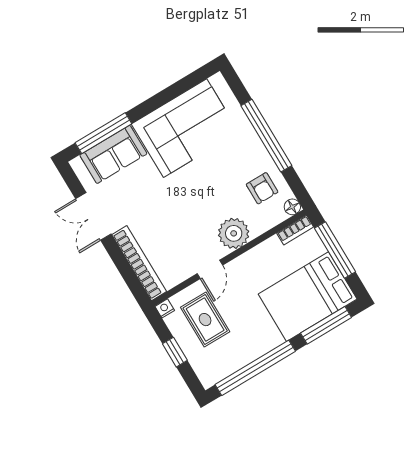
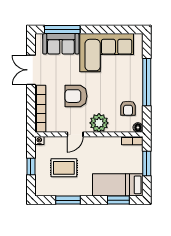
armchair: (179, 215) -> (76, 96), added
window: (335, 250) -> (147, 163), width x0.69
bed: (308, 297) -> (118, 185), width x0.67
rug: (205, 320) -> (64, 168), moved, turned 90
window: (326, 325) -> (118, 200), width x0.69
window: (255, 368) -> (68, 200), width x0.47

